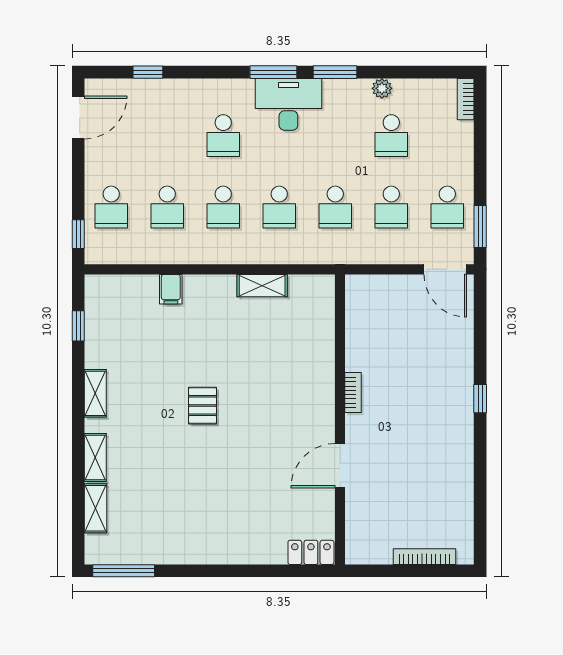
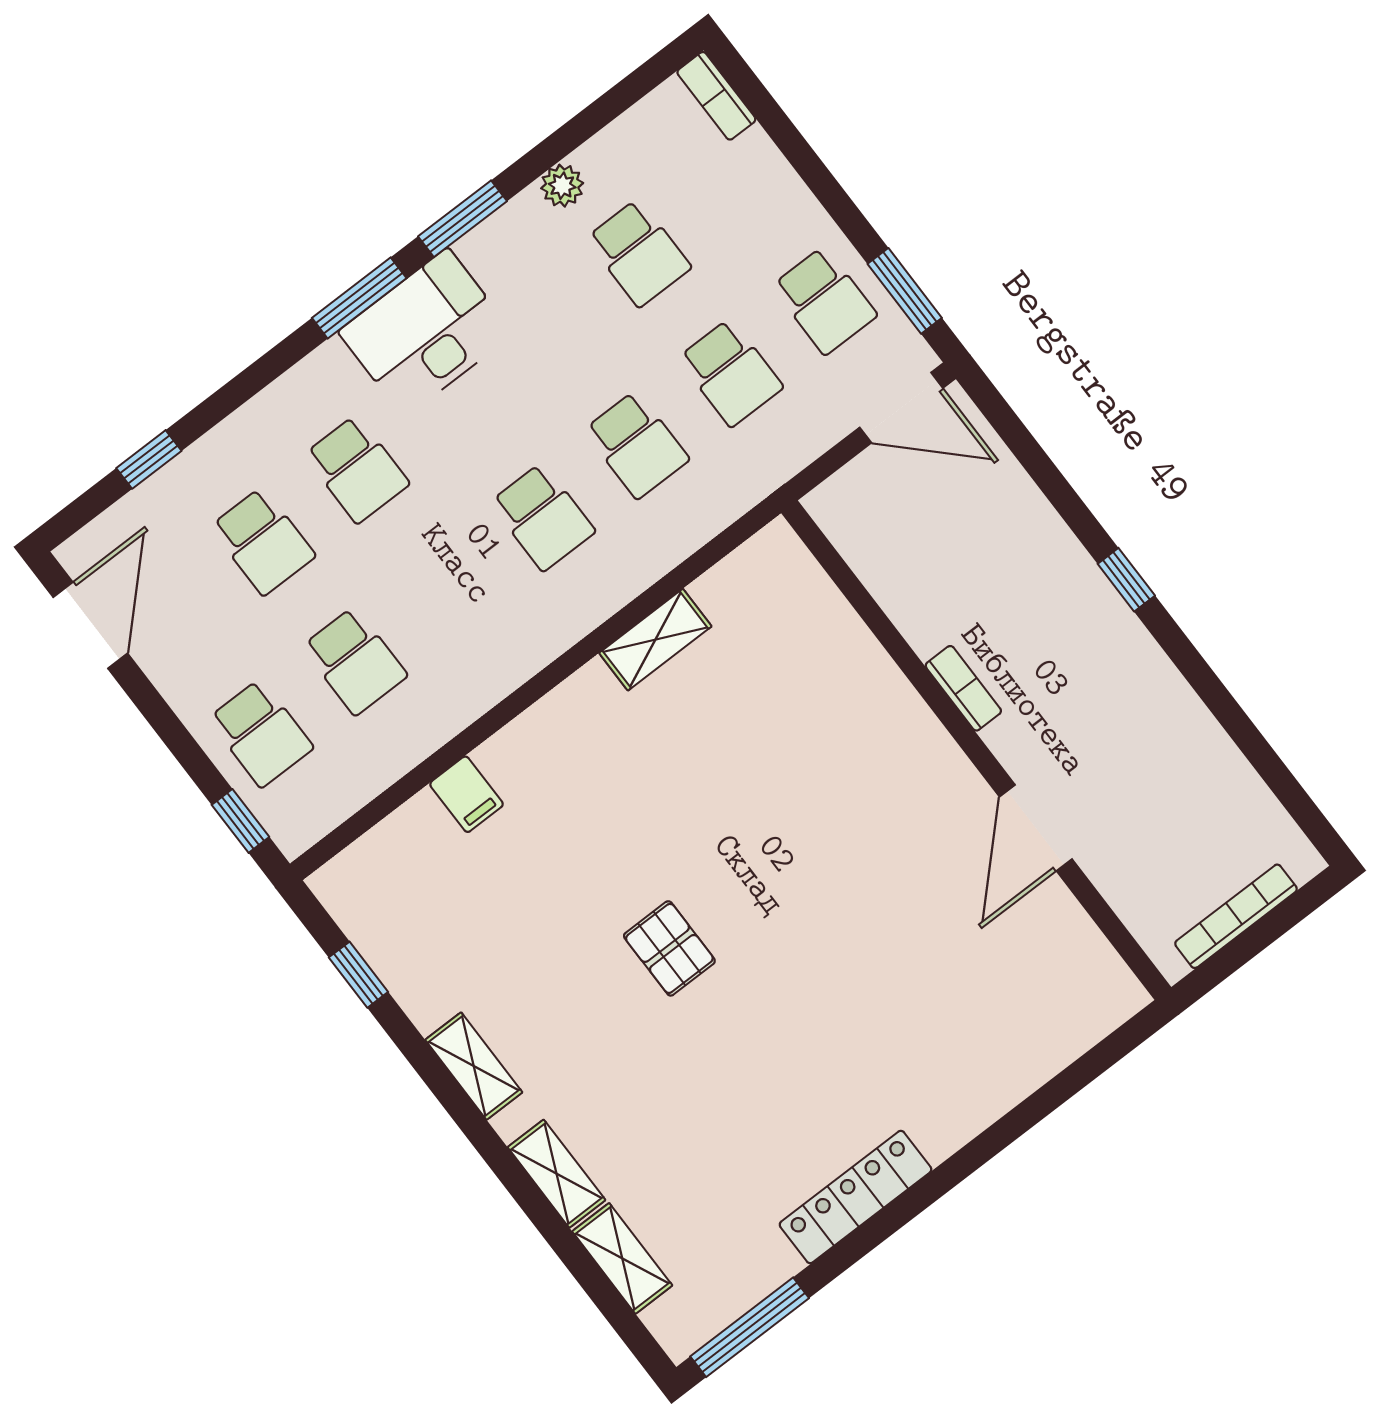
school desk: (223, 207) -> (263, 541), moved
shelving: (262, 286) -> (655, 640), moved
bookcase: (353, 393) -> (963, 688), moved
wall: (340, 419) -> (976, 750), moved
door: (340, 466) -> (1036, 828), moved
locker: (311, 552) -> (856, 1197), moved, width x1.53

